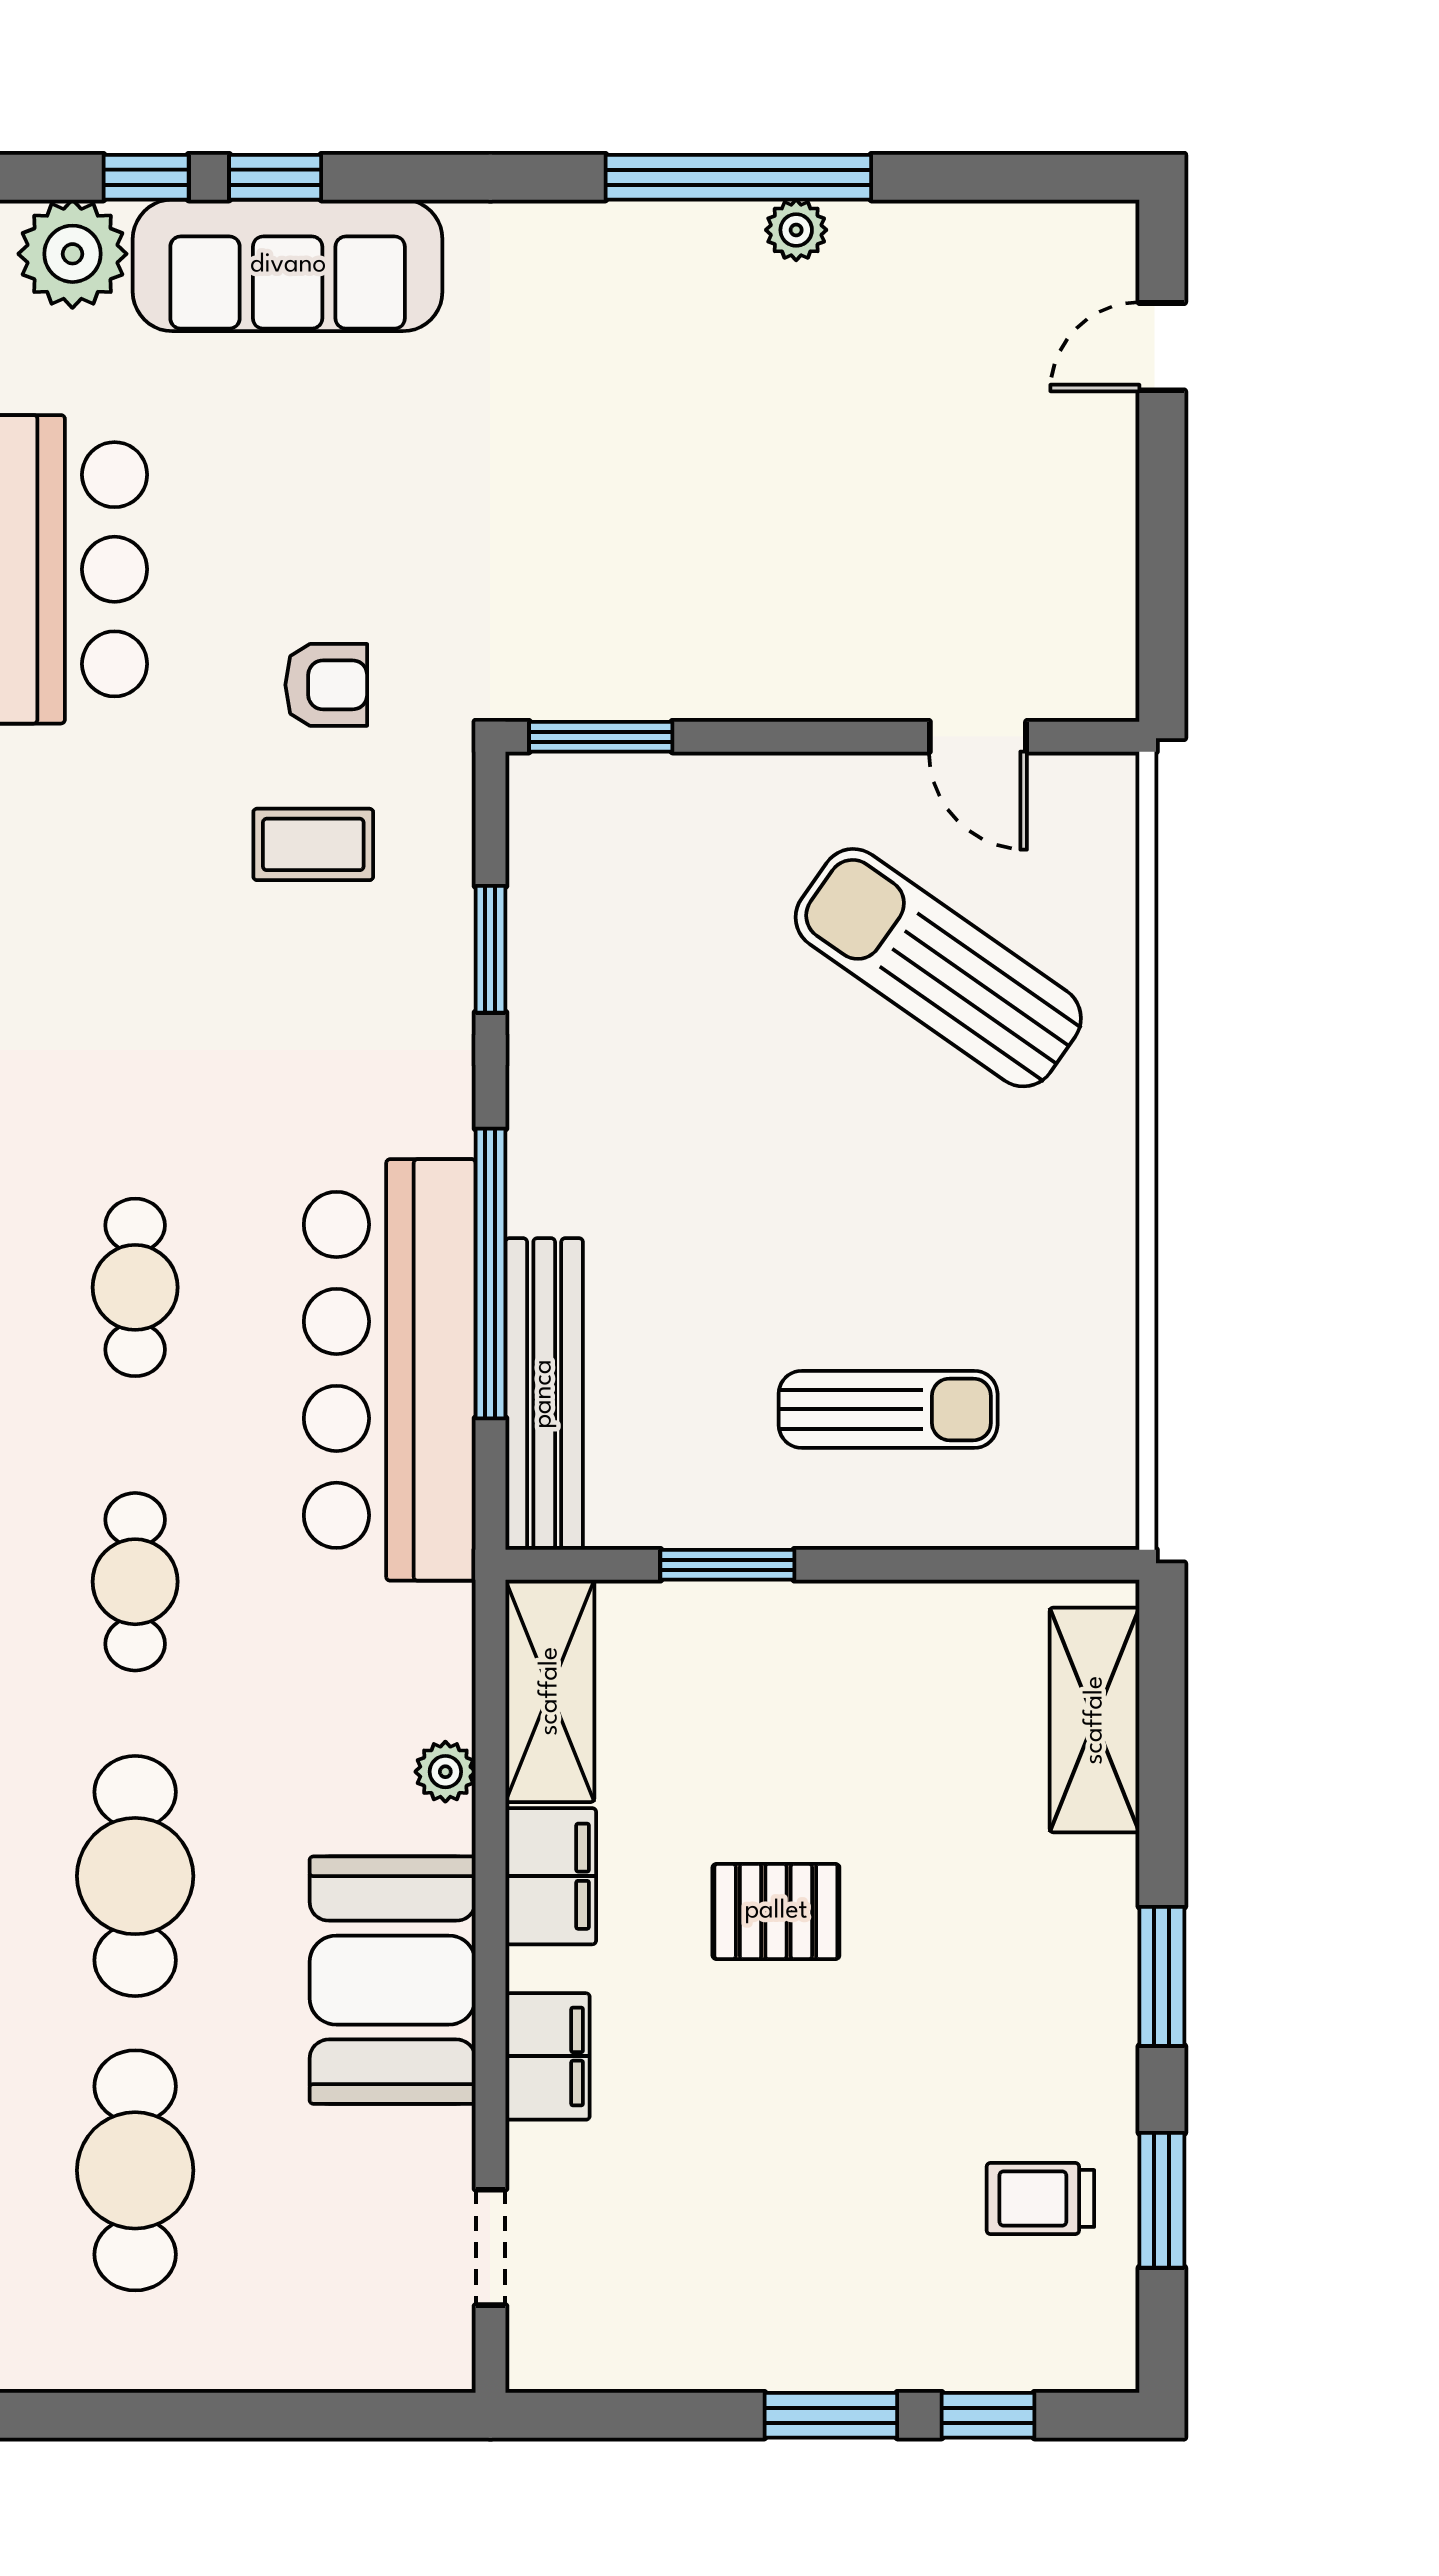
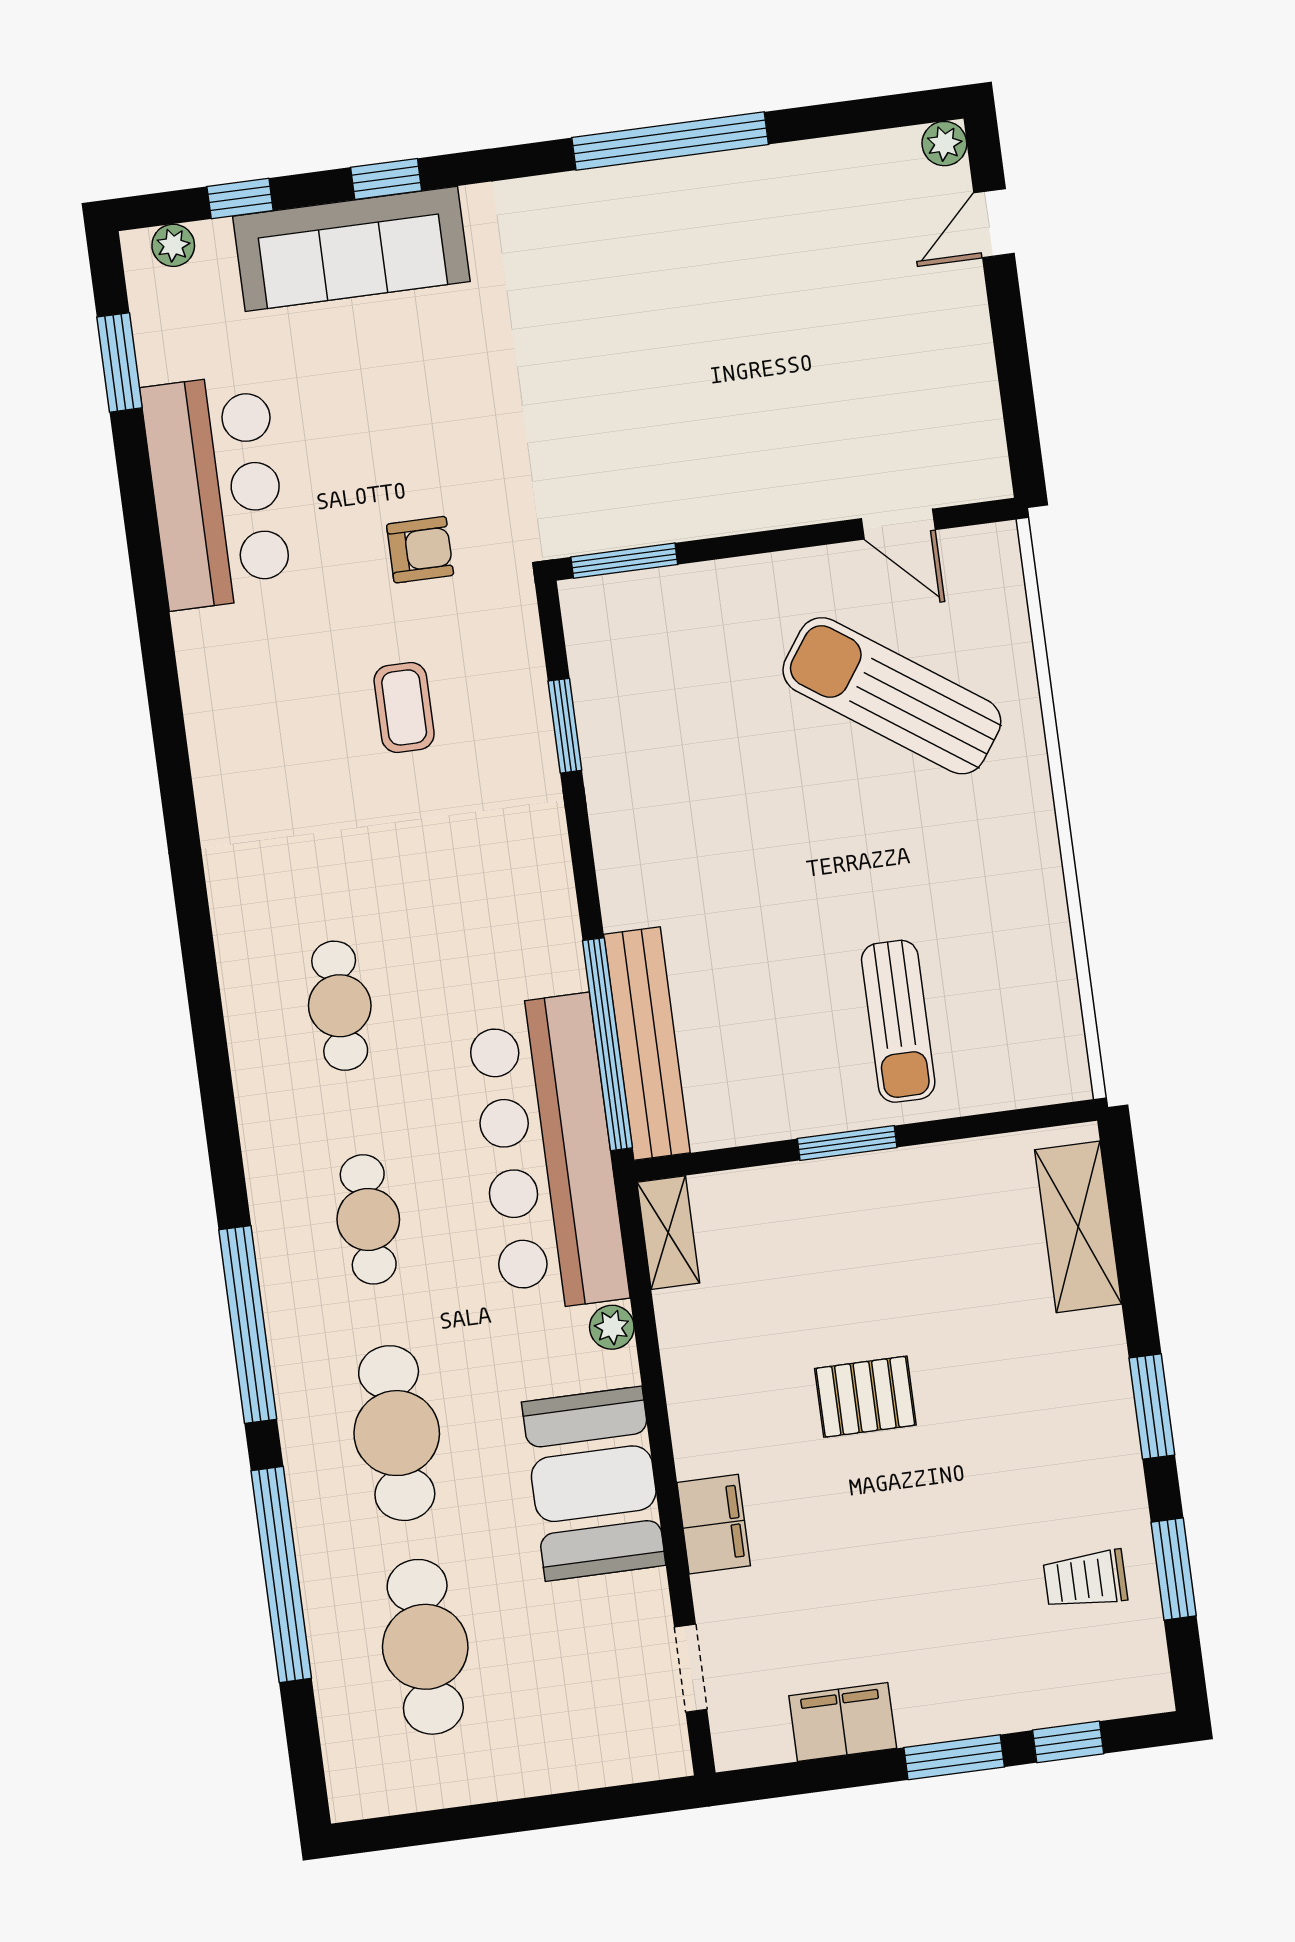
window: (275, 177) -> (386, 179), moved
plant: (796, 230) -> (944, 144), moved
plant: (72, 254) -> (173, 245), width x0.53, depth x0.53
coffee table: (313, 844) -> (404, 707), moved, turned 90
window: (490, 1273) -> (607, 1044), moved
bar counter: (390, 1370) -> (547, 1153), moved
sun lounger: (888, 1409) -> (898, 1021), turned 90
window: (727, 1565) -> (847, 1143), moved
shelving: (550, 1691) -> (668, 1233), width x0.67, depth x0.75
filing cabinet: (551, 1876) -> (843, 1722), moved, turned -90

